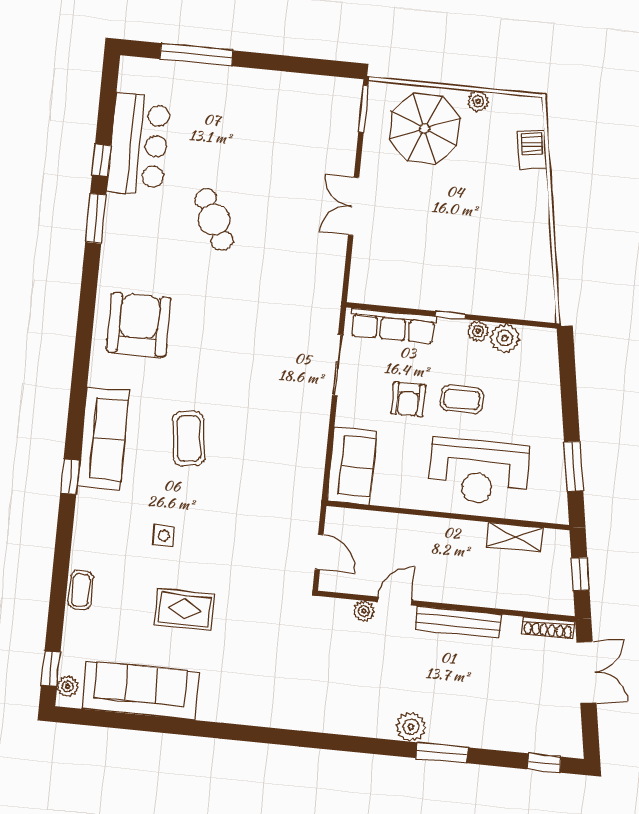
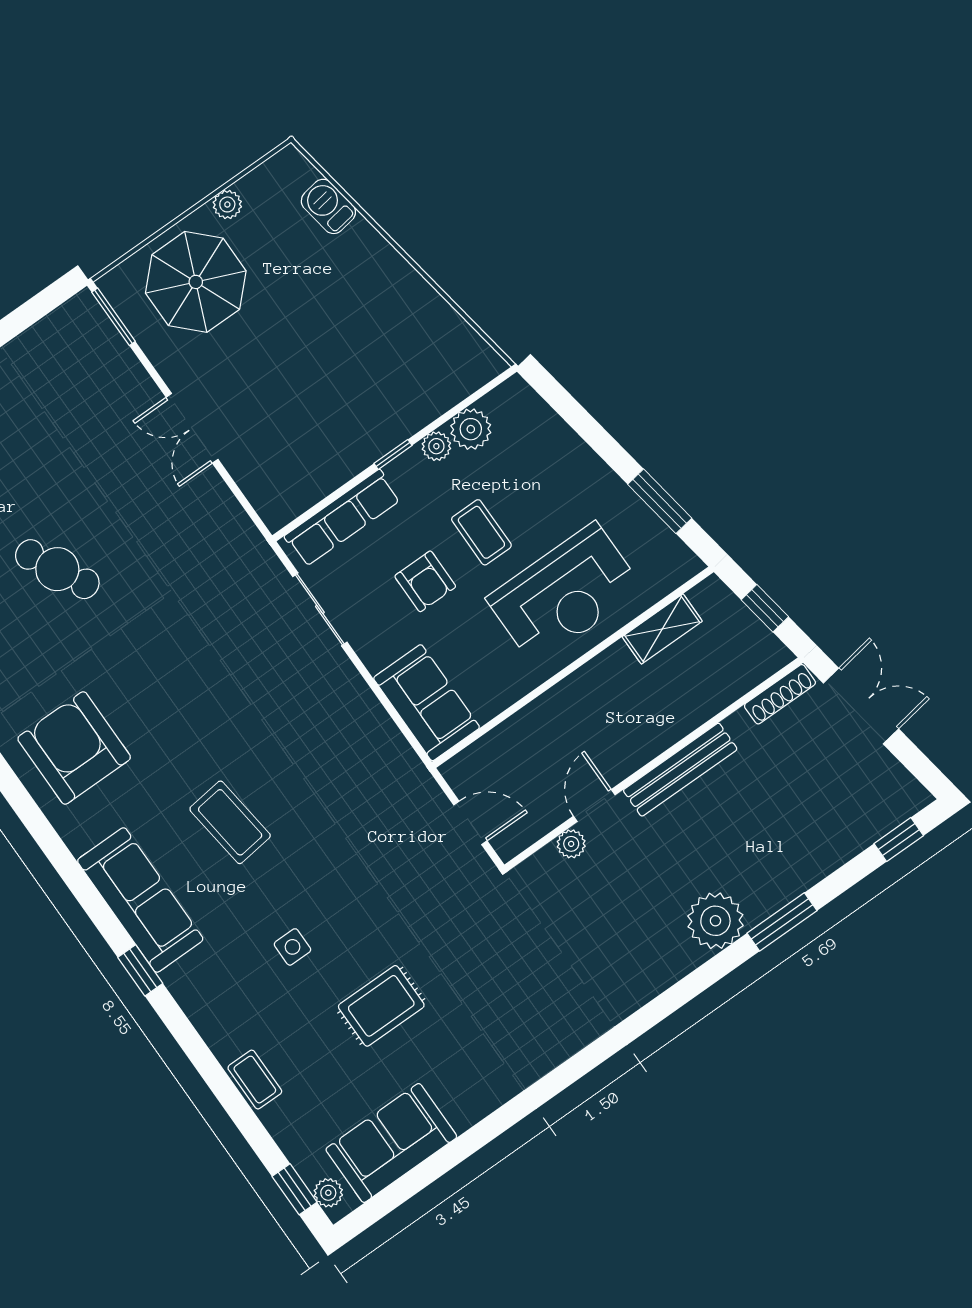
coffee table: (462, 399) -> (481, 532), turned 90
sofa: (140, 690) -> (391, 1143), width x0.73
plant: (411, 727) -> (715, 921), width x1.36, depth x1.36

